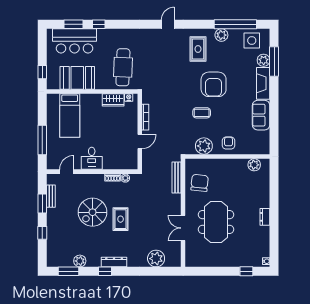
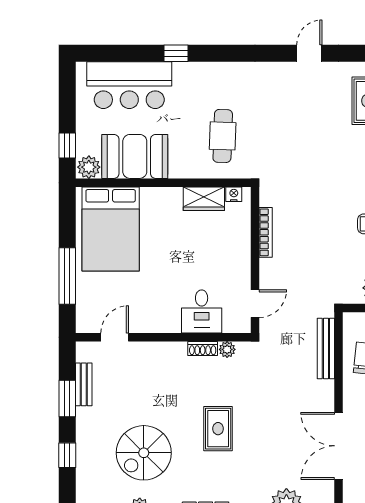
window: (73, 24) -> (127, 53), removed
cafe table: (123, 67) -> (223, 136), width x0.73, depth x0.74
plant: (53, 83) -> (89, 167), added
bed: (70, 115) -> (111, 229), width x1.50
door: (140, 142) -> (255, 304), moved
desk: (92, 158) -> (202, 311), moved
spiral stairs: (93, 212) -> (144, 453), moved
double door: (183, 228) -> (339, 446), width x1.37

